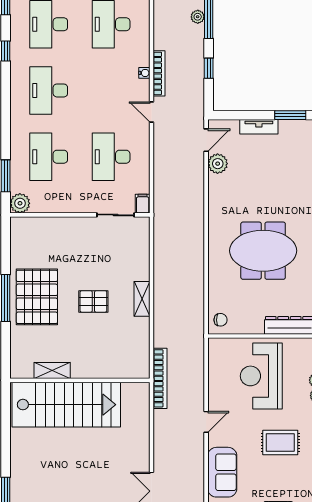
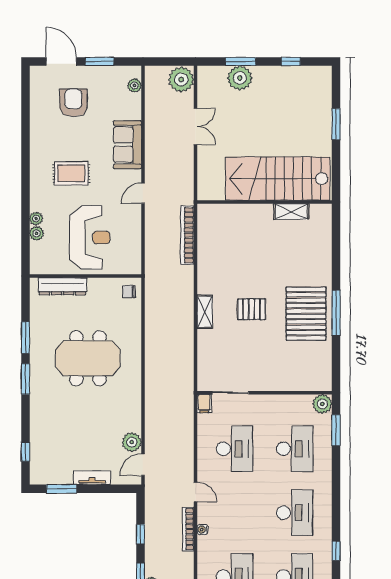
shelving: (52, 371) -> (291, 211), moved
wall: (80, 380) -> (265, 202), moved
stairs: (66, 405) -> (278, 179), moved

